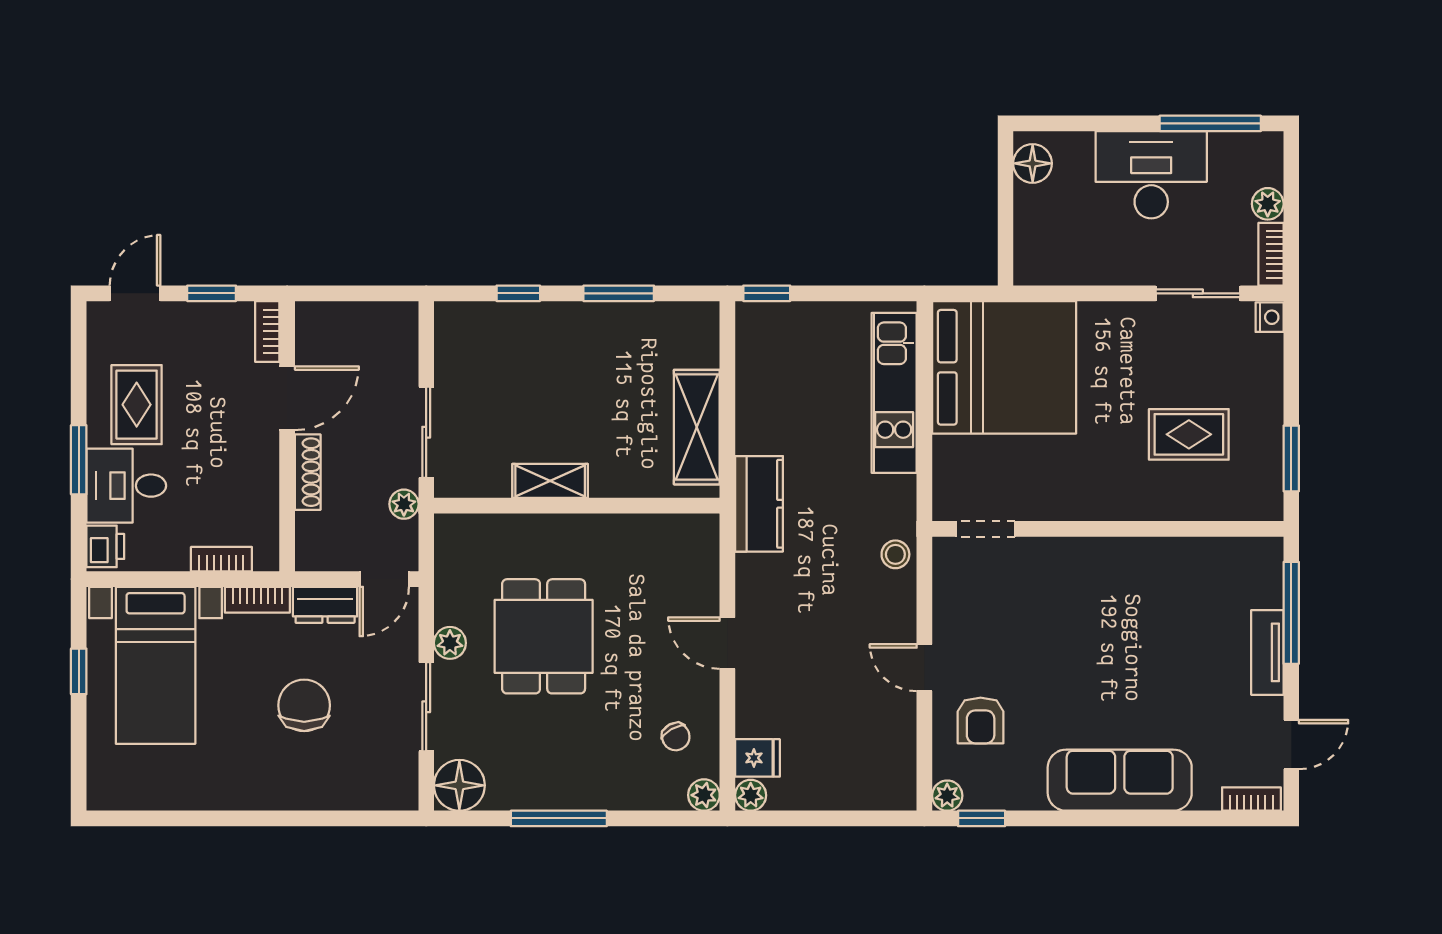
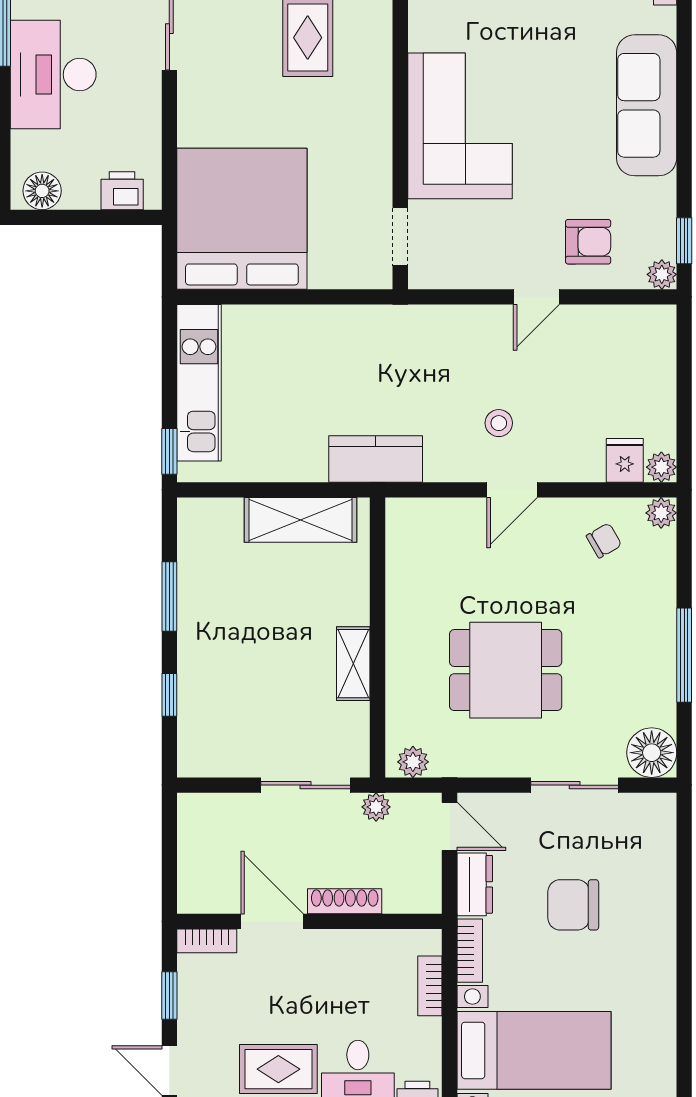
printer: (1033, 245) -> (122, 191), added
kitchen unit: (894, 393) -> (199, 383), moved, turned -90
stool: (895, 554) -> (499, 423), moved
corner sofa: (1099, 590) -> (460, 126), added
plant: (450, 643) -> (413, 762), moved

